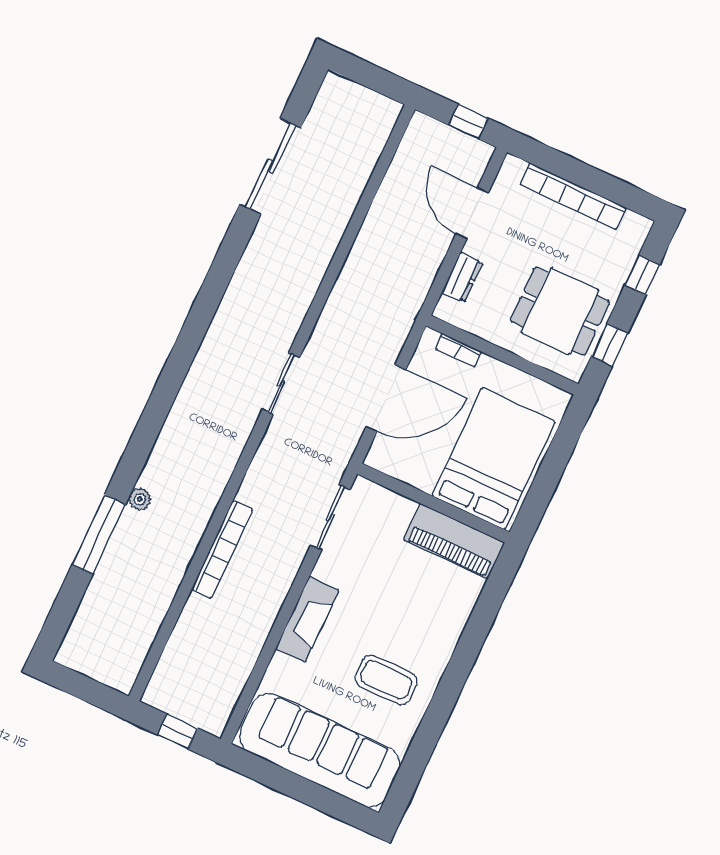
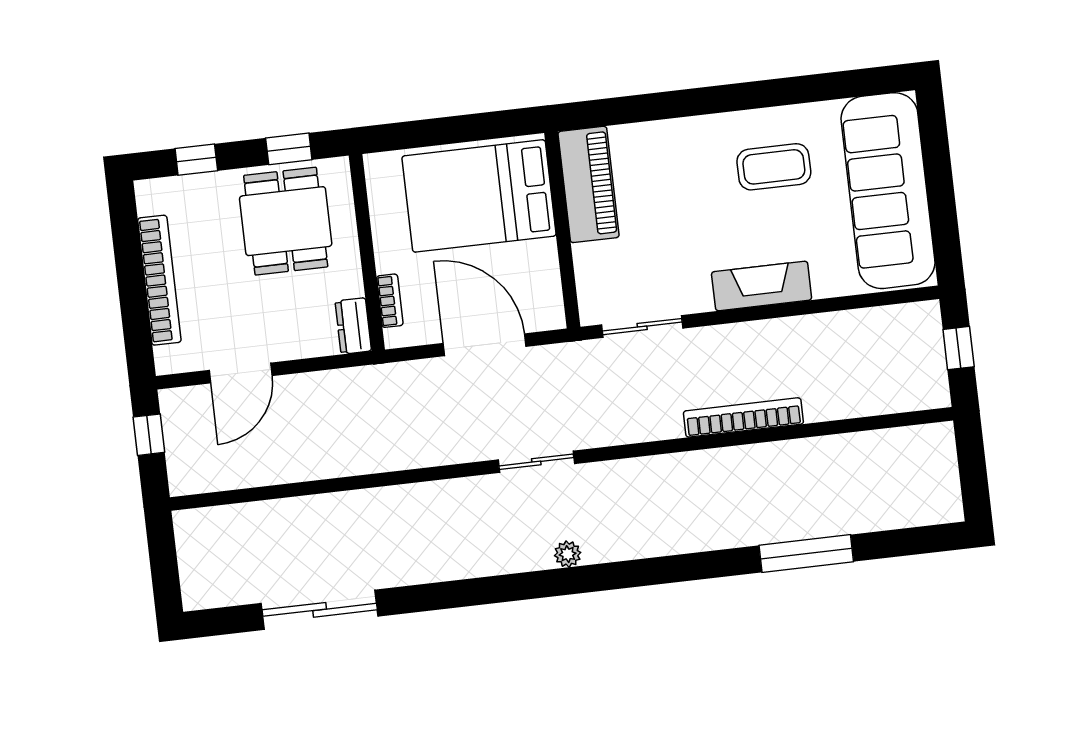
dresser: (462, 277) -> (353, 326), moved, turned -90
plant: (140, 499) -> (568, 554), moved
coffee table: (386, 680) -> (774, 167), turned 90

